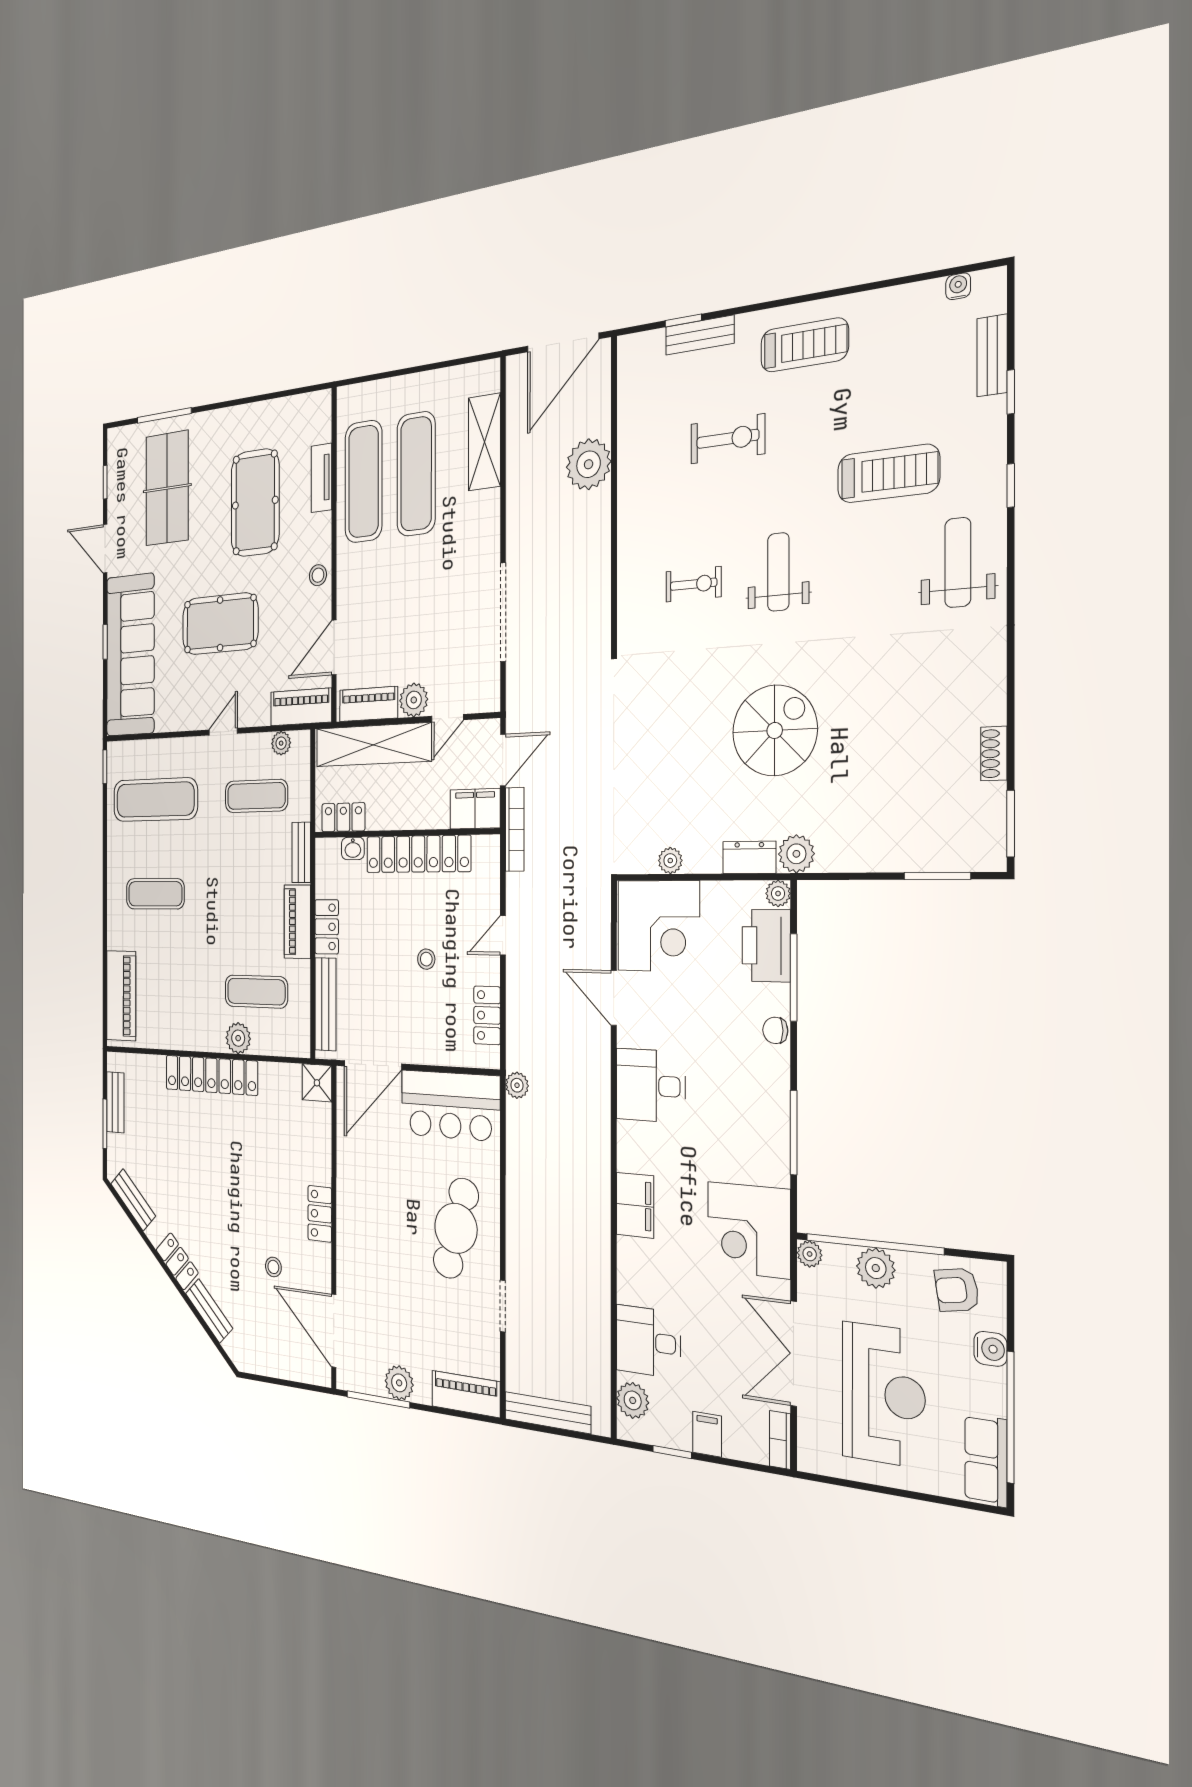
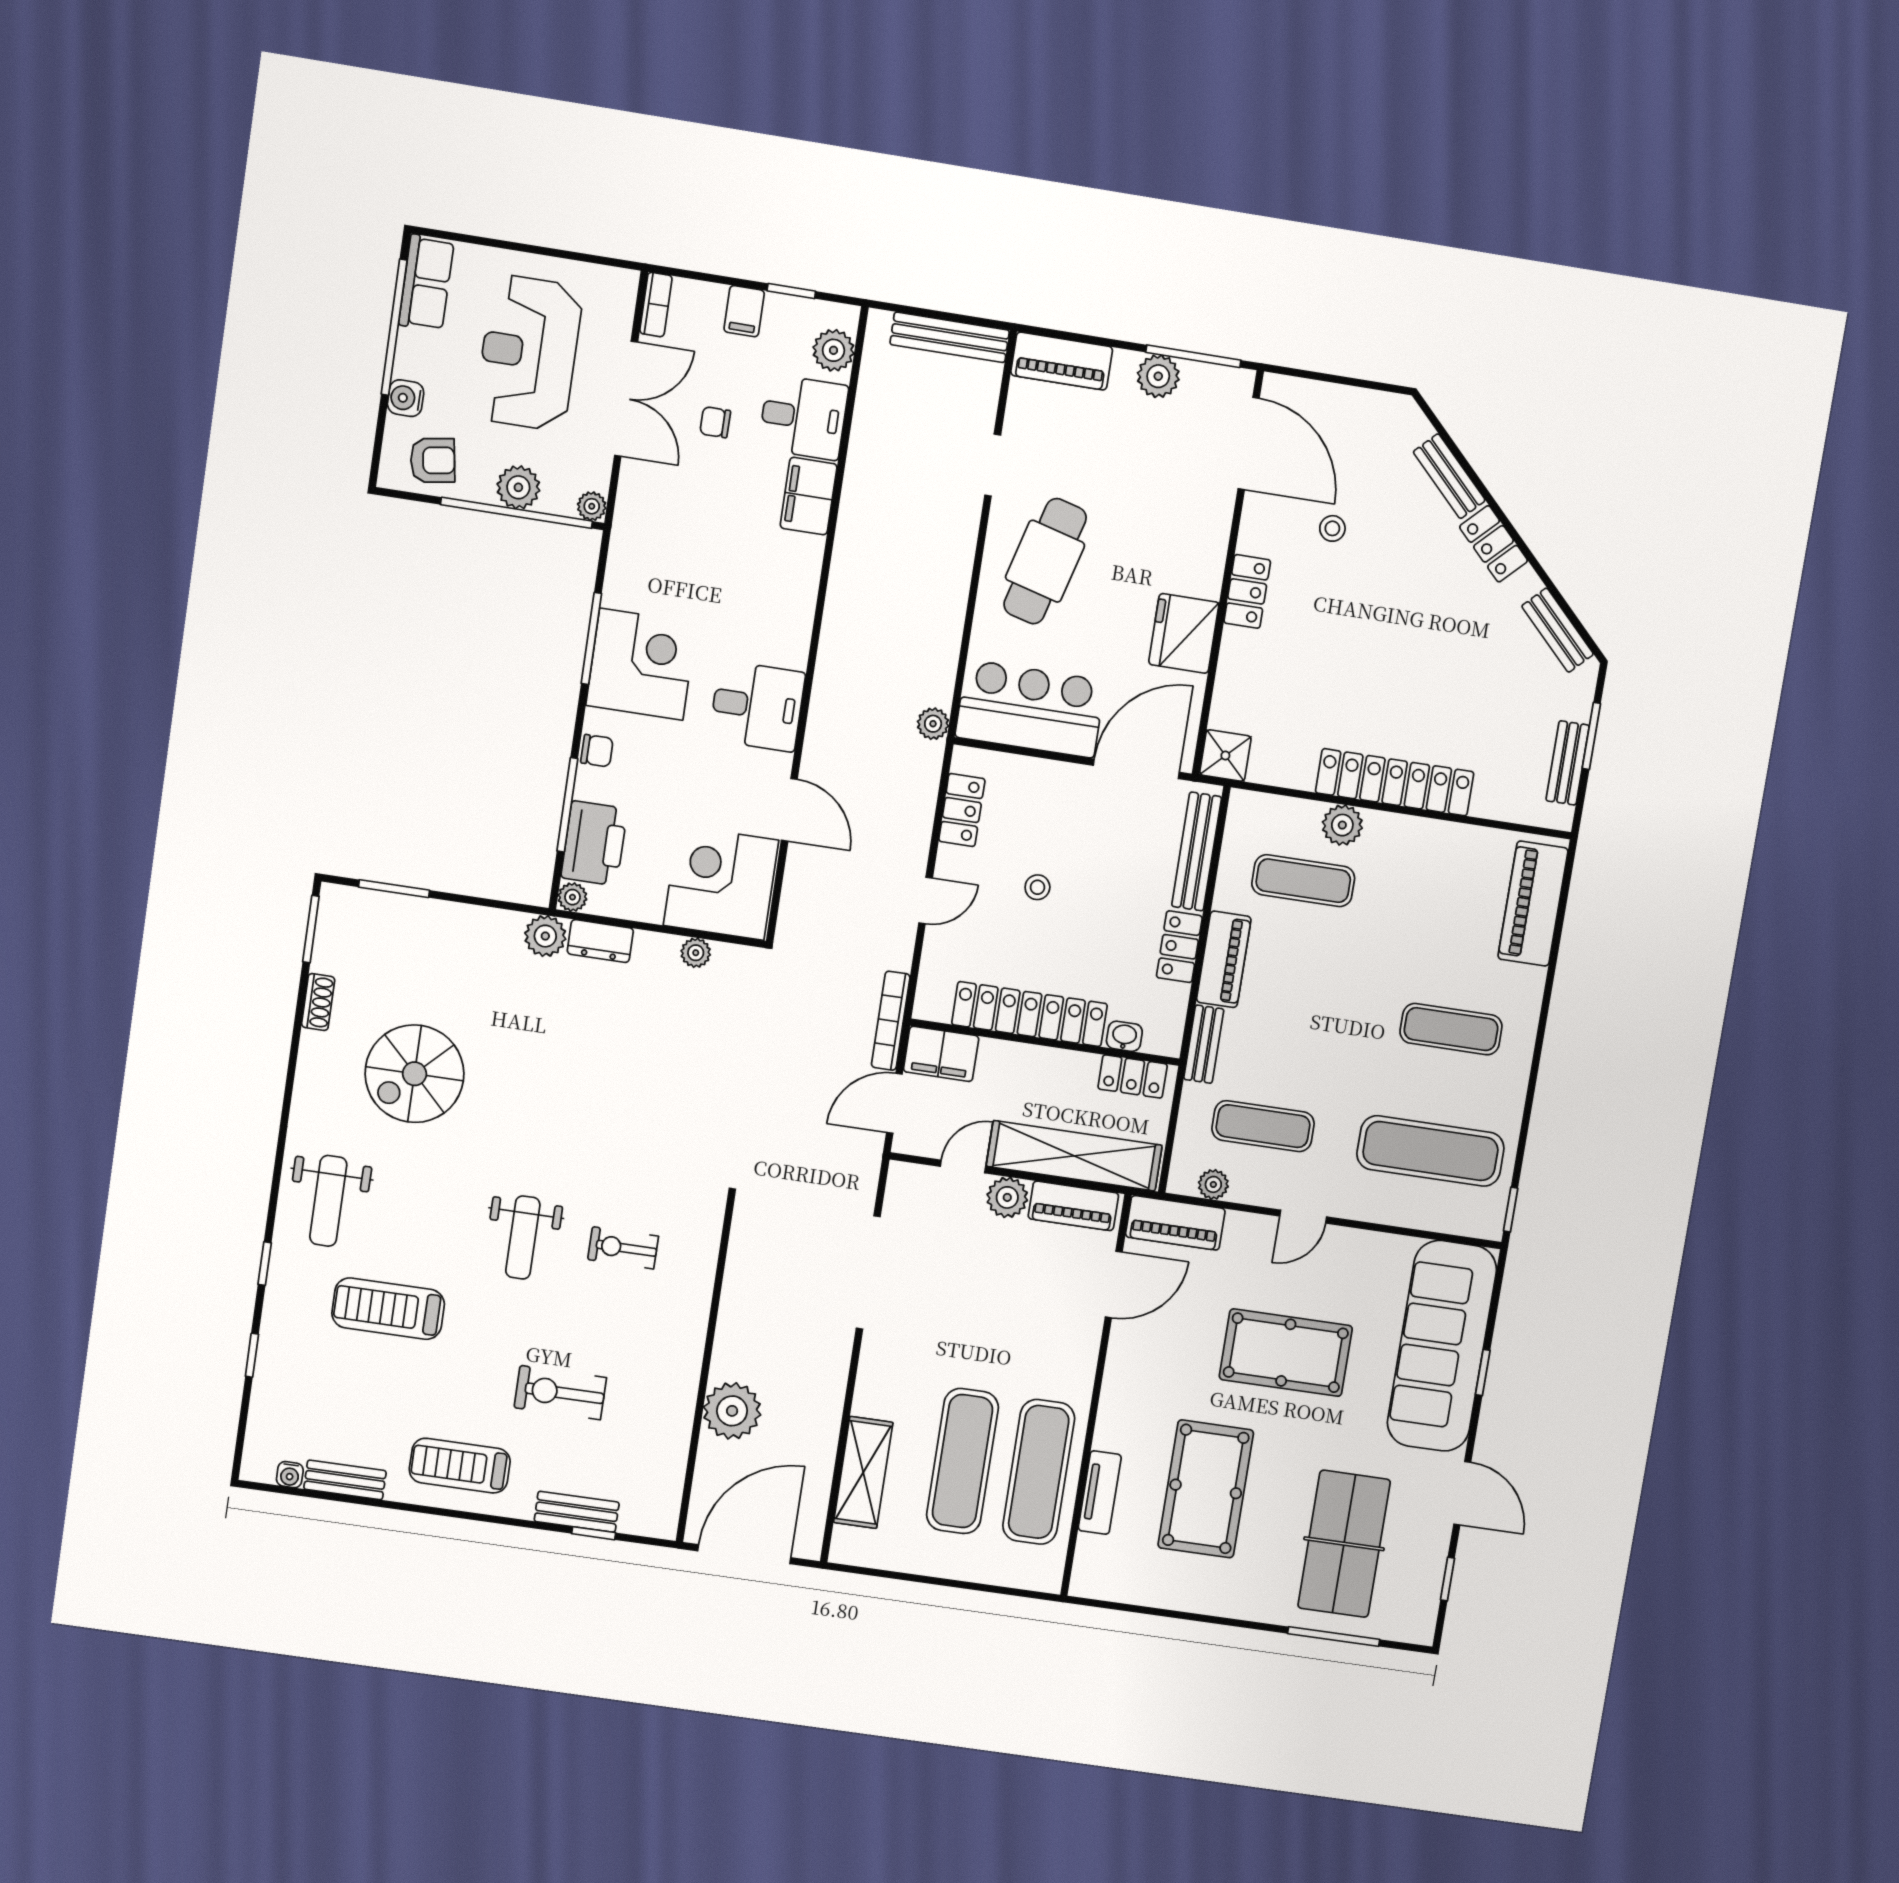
bench: (992, 355) -> (345, 1480), moved, turned 90
stool: (318, 575) -> (1124, 1377), removed
spiral stairs: (775, 730) -> (415, 1074), moved
fridge: (356, 1177) -> (1184, 633), added
filing cabinet: (635, 1205) -> (809, 496), moved
corner desk: (749, 1230) -> (641, 664), moved
chair: (717, 1335) -> (715, 422), added

